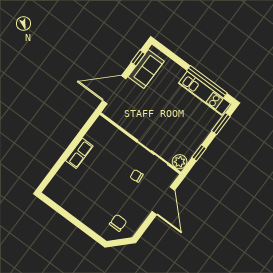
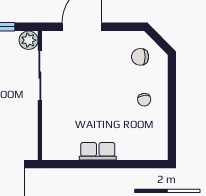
chair: (137, 176) -> (144, 100), moved

